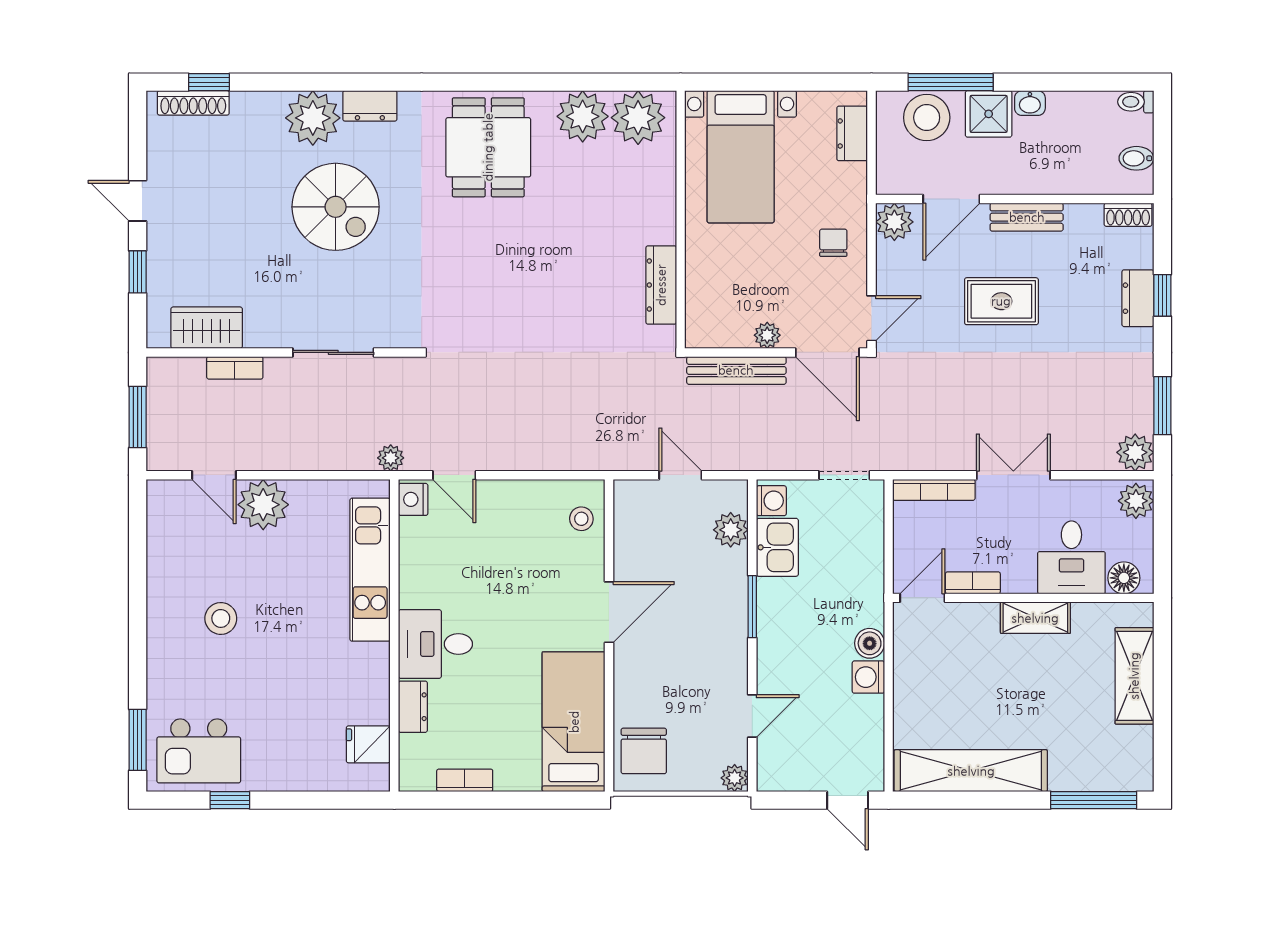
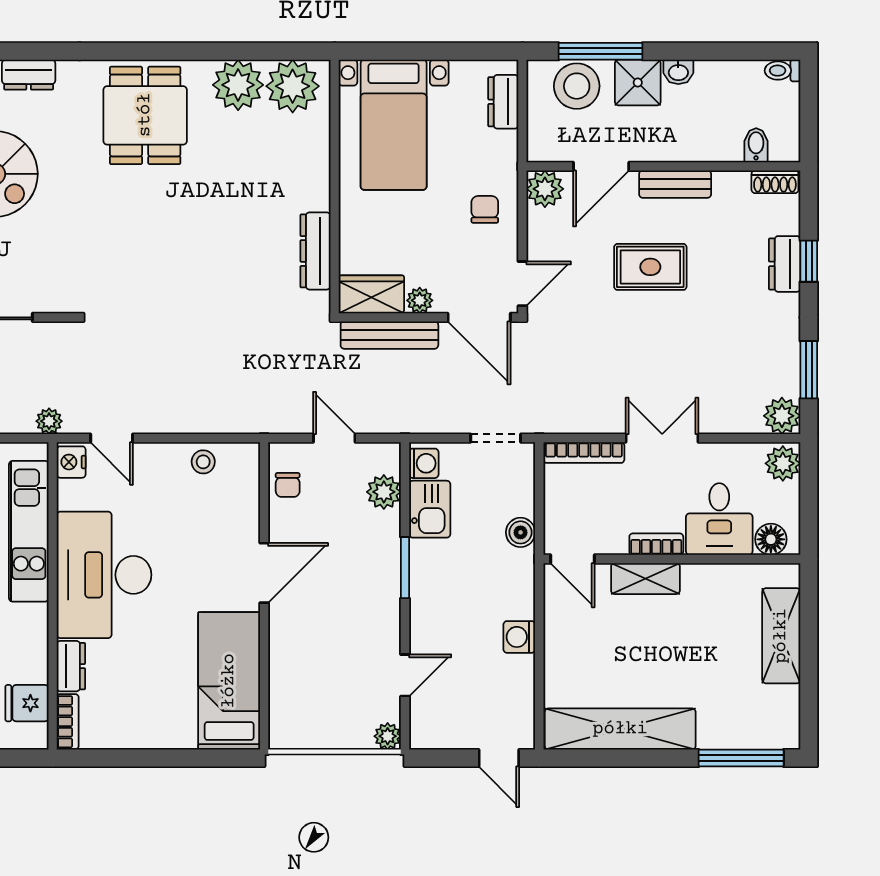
bidet: (1136, 158) -> (756, 145), moved, turned 90
wardrobe: (718, 329) -> (371, 294), added
stool: (581, 519) -> (203, 462), moved
bookcase: (973, 583) -> (656, 544), moved
door: (922, 598) -> (573, 559), swing flipped
shelving: (1035, 618) -> (645, 579), moved
boiler: (870, 643) -> (521, 532), moved
desk: (435, 644) -> (104, 575), width x1.87, depth x1.30
chair: (644, 751) -> (288, 485), moved, width x0.54, depth x0.54
bookcase: (465, 780) -> (68, 722), moved, turned 90

